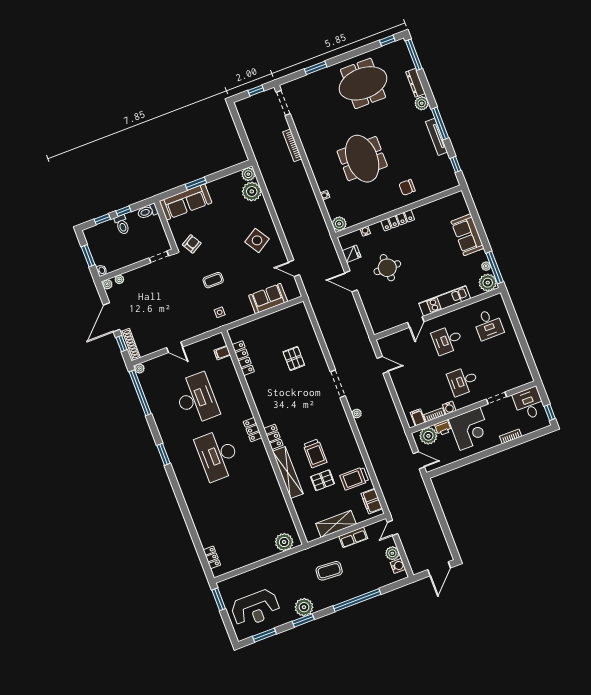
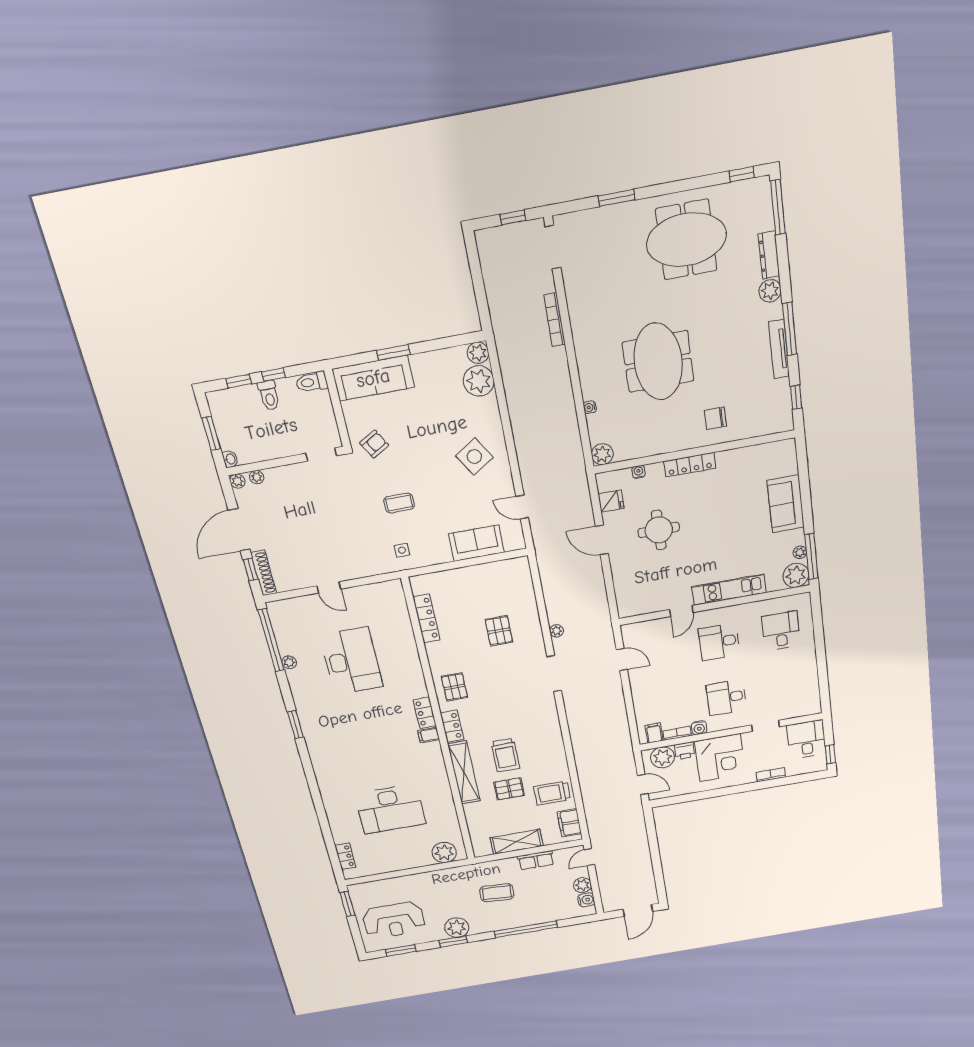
desk: (488, 324) -> (781, 631), turned 180
filing cabinet: (222, 353) -> (429, 735), moved
plant: (139, 368) -> (289, 662), moved
pallet: (270, 406) -> (454, 687), added
plant: (357, 414) -> (556, 631), moved
desk: (218, 455) -> (390, 809), moved, turned -90

